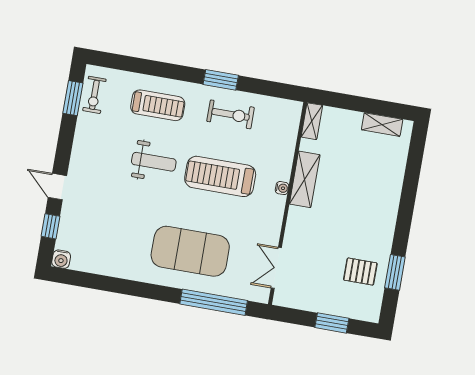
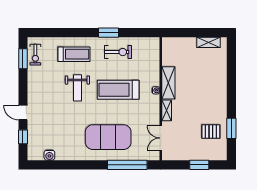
shelving: (312, 121) -> (167, 110), moved
weight bench: (154, 162) -> (77, 88), turned 90
water cooler: (61, 259) -> (49, 155), moved

